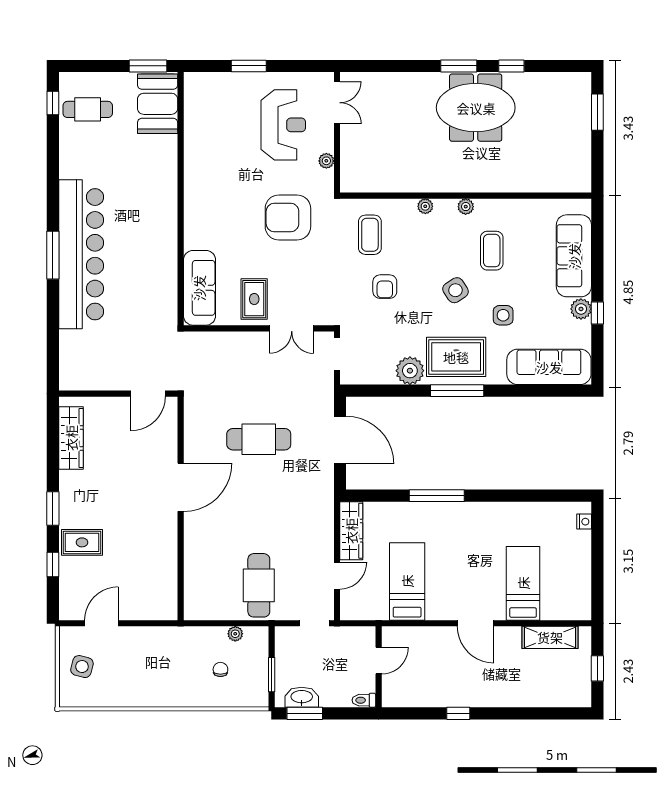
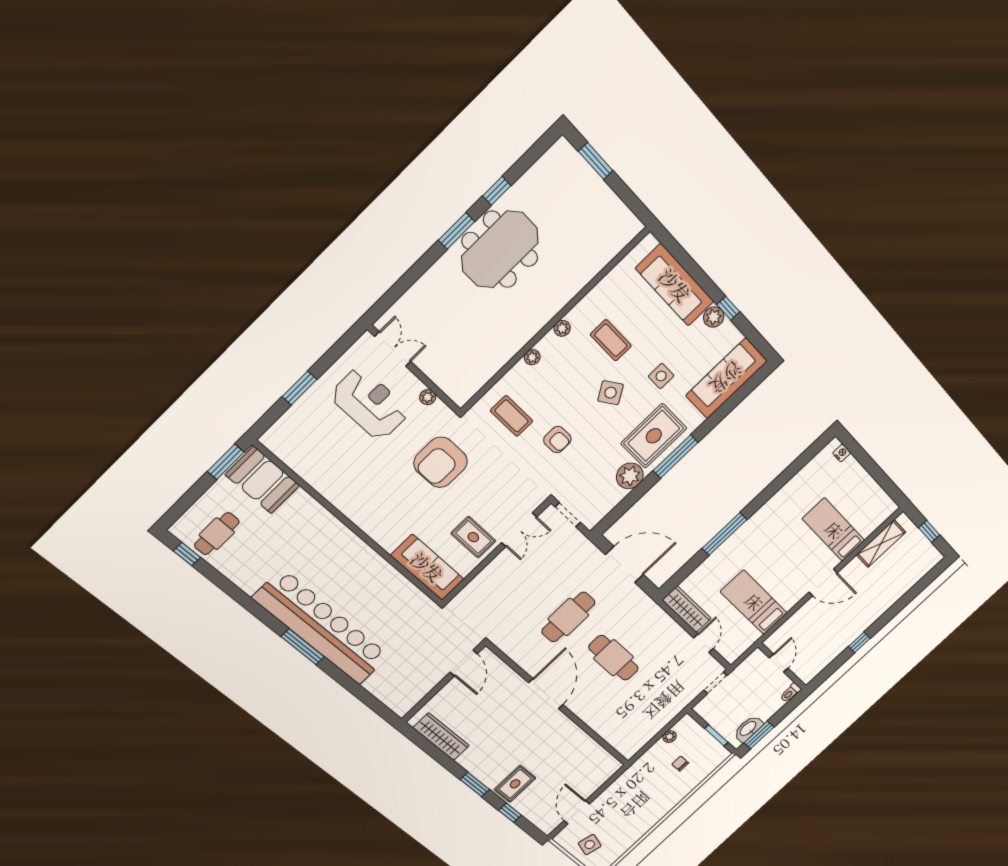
cafe table: (259, 585) -> (614, 658), moved

